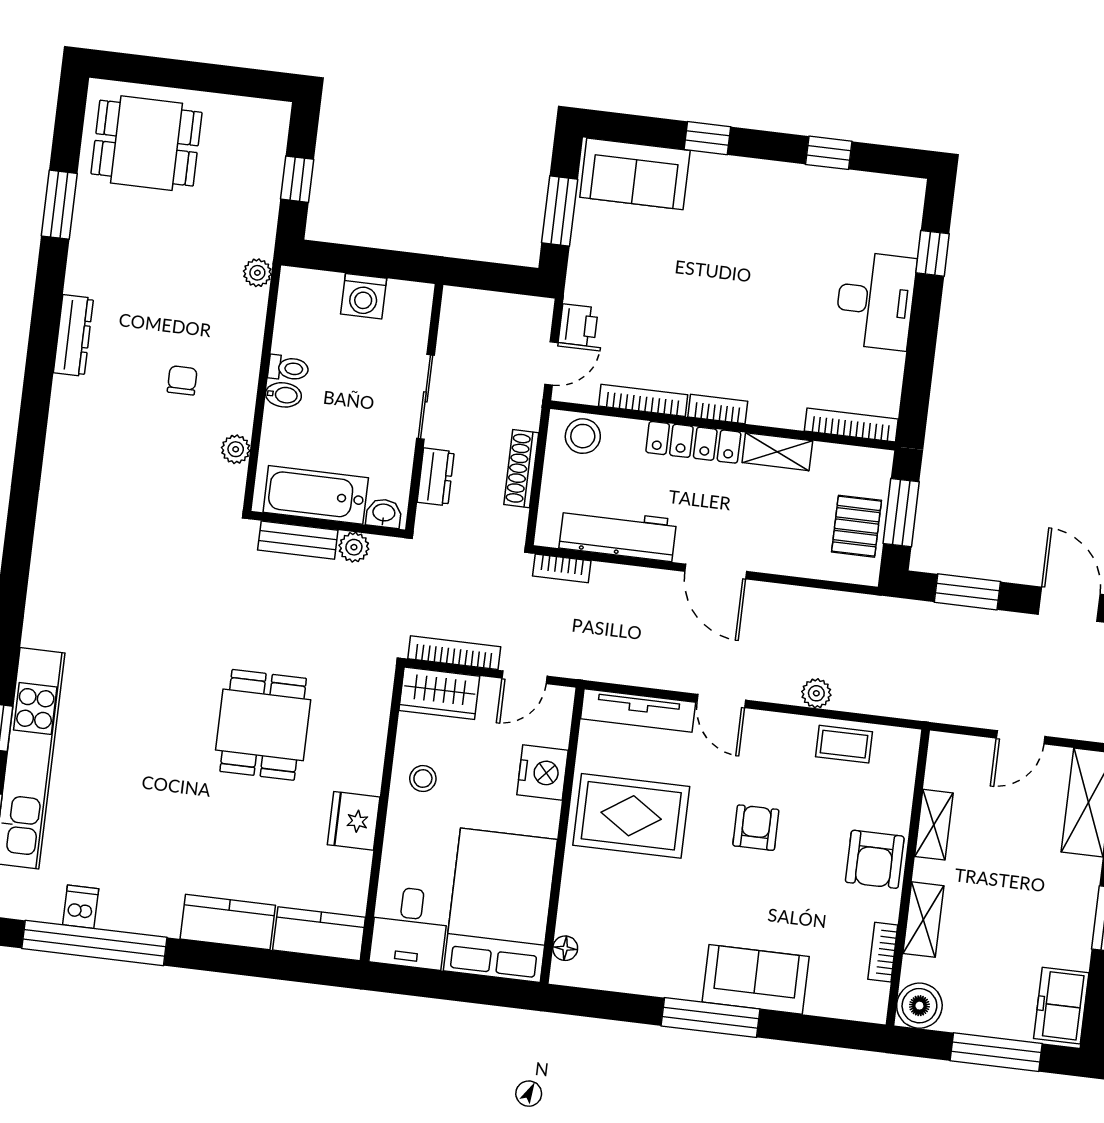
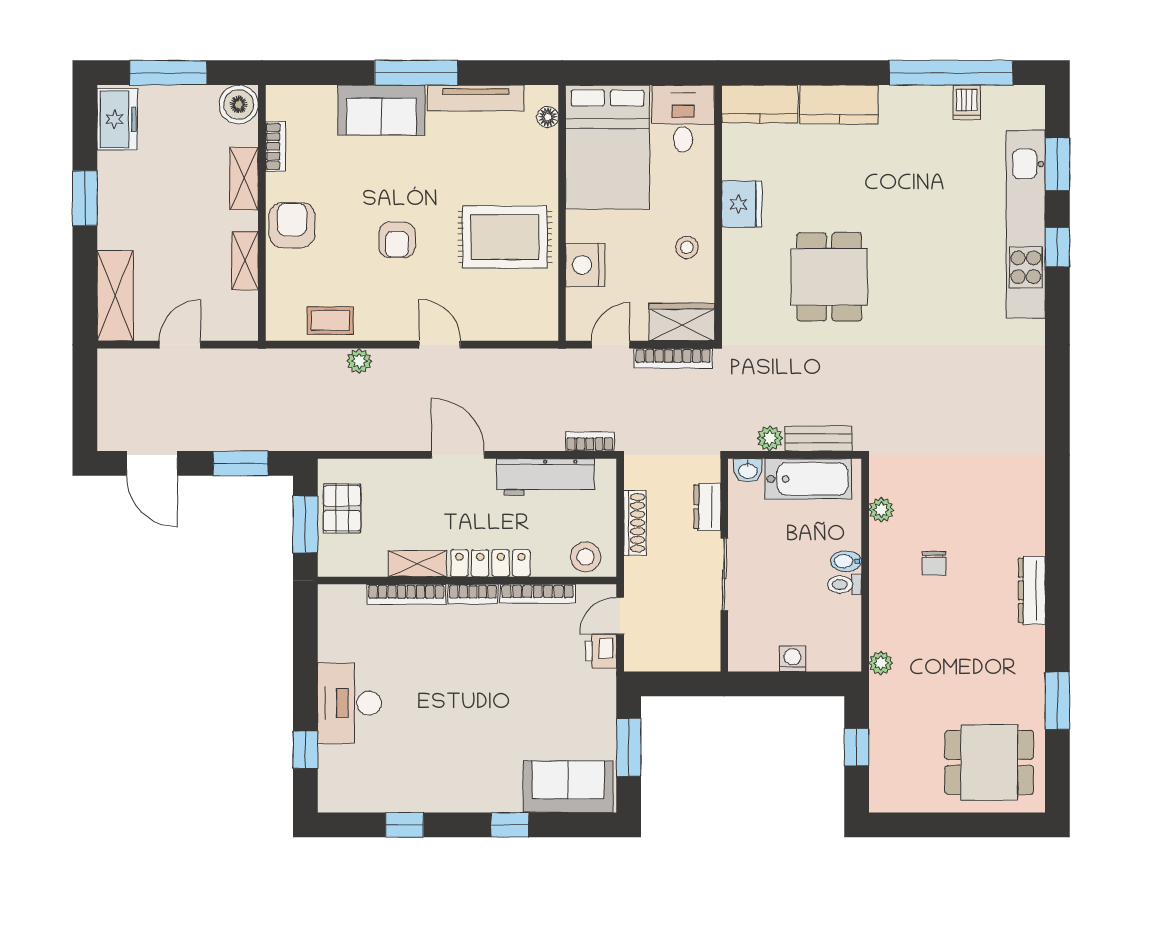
washing machine: (364, 296) -> (792, 659), width x0.73, depth x0.73
bookcase: (851, 425) -> (406, 594), moved
tv unit: (638, 711) -> (476, 98), moved, turned 180

